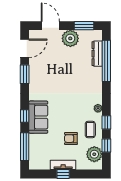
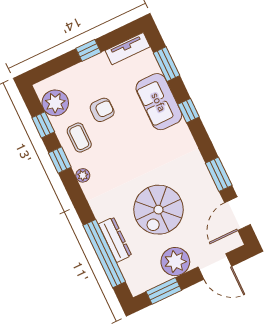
dresser: (97, 54) -> (115, 240), moved
spiral stairs: (66, 71) -> (158, 210), added
sofa: (38, 117) -> (159, 102), moved
window: (25, 147) -> (167, 64), width x0.69
tv unit: (63, 165) -> (128, 49), moved

